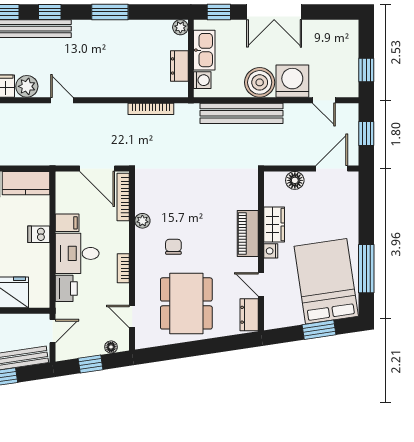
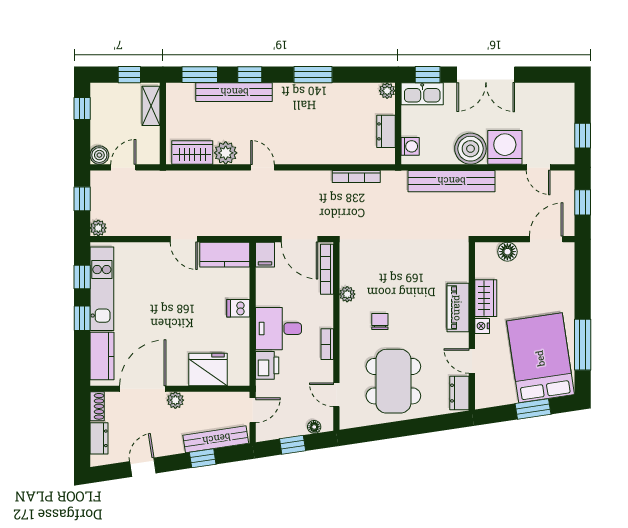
kitchen sink: (204, 50) -> (422, 94), moved, turned 90
filing cabinet: (67, 223) -> (265, 255), moved, turned 90

